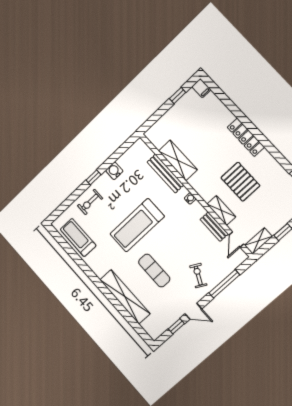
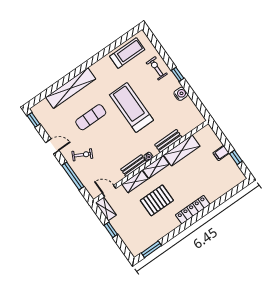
filing cabinet: (201, 88) -> (221, 153), moved
bench: (165, 174) -> (168, 141), width x0.73
shelving: (201, 188) -> (156, 167), added
bench: (214, 227) -> (134, 166), moved
door: (193, 311) -> (52, 146), swing flipped
window: (176, 326) -> (34, 120), moved

